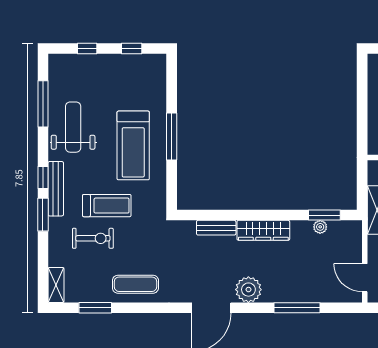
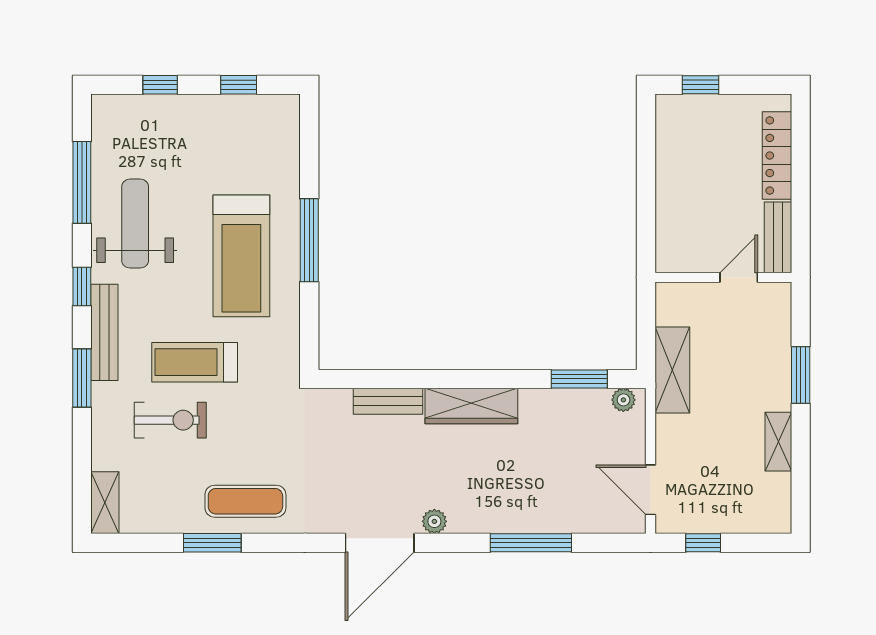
window: (43, 177) -> (82, 286), moved
treadmill: (107, 206) -> (195, 362), turned 180
plant: (320, 227) -> (623, 400), moved
plant: (248, 290) -> (434, 521), width x0.53, depth x0.53
window: (95, 308) -> (212, 543), moved

